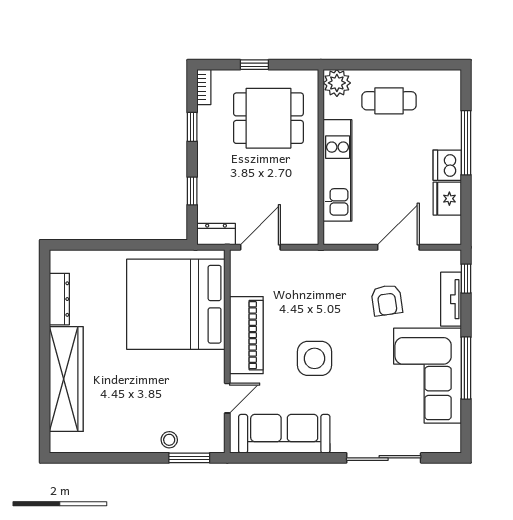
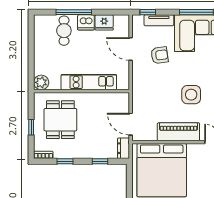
cafe table: (389, 101) -> (64, 31), moved

